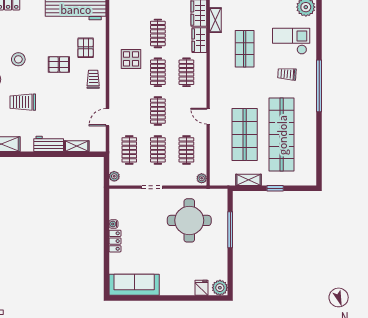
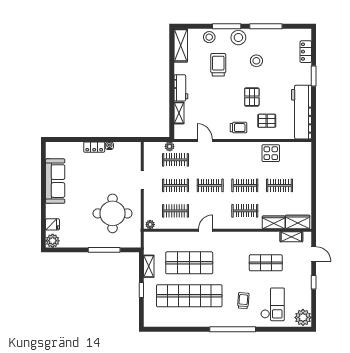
display table: (131, 59) -> (271, 153), moved
plant: (114, 176) -> (170, 146), moved
sofa: (134, 285) -> (55, 181), moved

